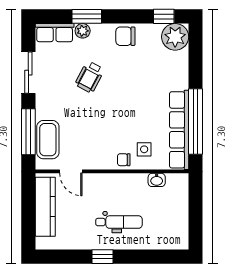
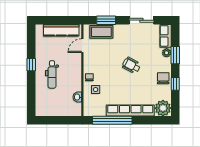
window: (164, 16) -> (175, 84), moved
wheelchair: (90, 77) -> (131, 65), moved
row of seats: (179, 130) -> (130, 110), moved
window: (28, 132) -> (106, 20), width x0.69

